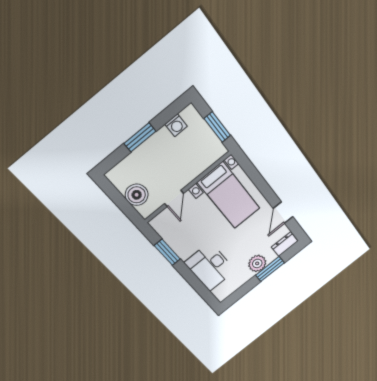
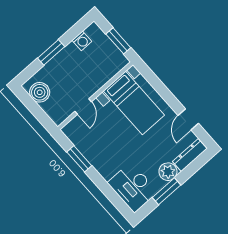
boiler: (137, 195) -> (40, 92), moved
dresser: (285, 244) -> (190, 155), width x1.44
desk: (210, 267) -> (133, 187), moved
window: (270, 269) -> (166, 191), moved

